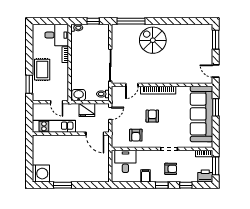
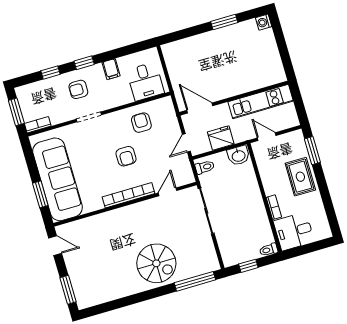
washing machine: (41, 174) -> (264, 22), width x0.53, depth x0.53
printer: (205, 176) -> (27, 93), removed

